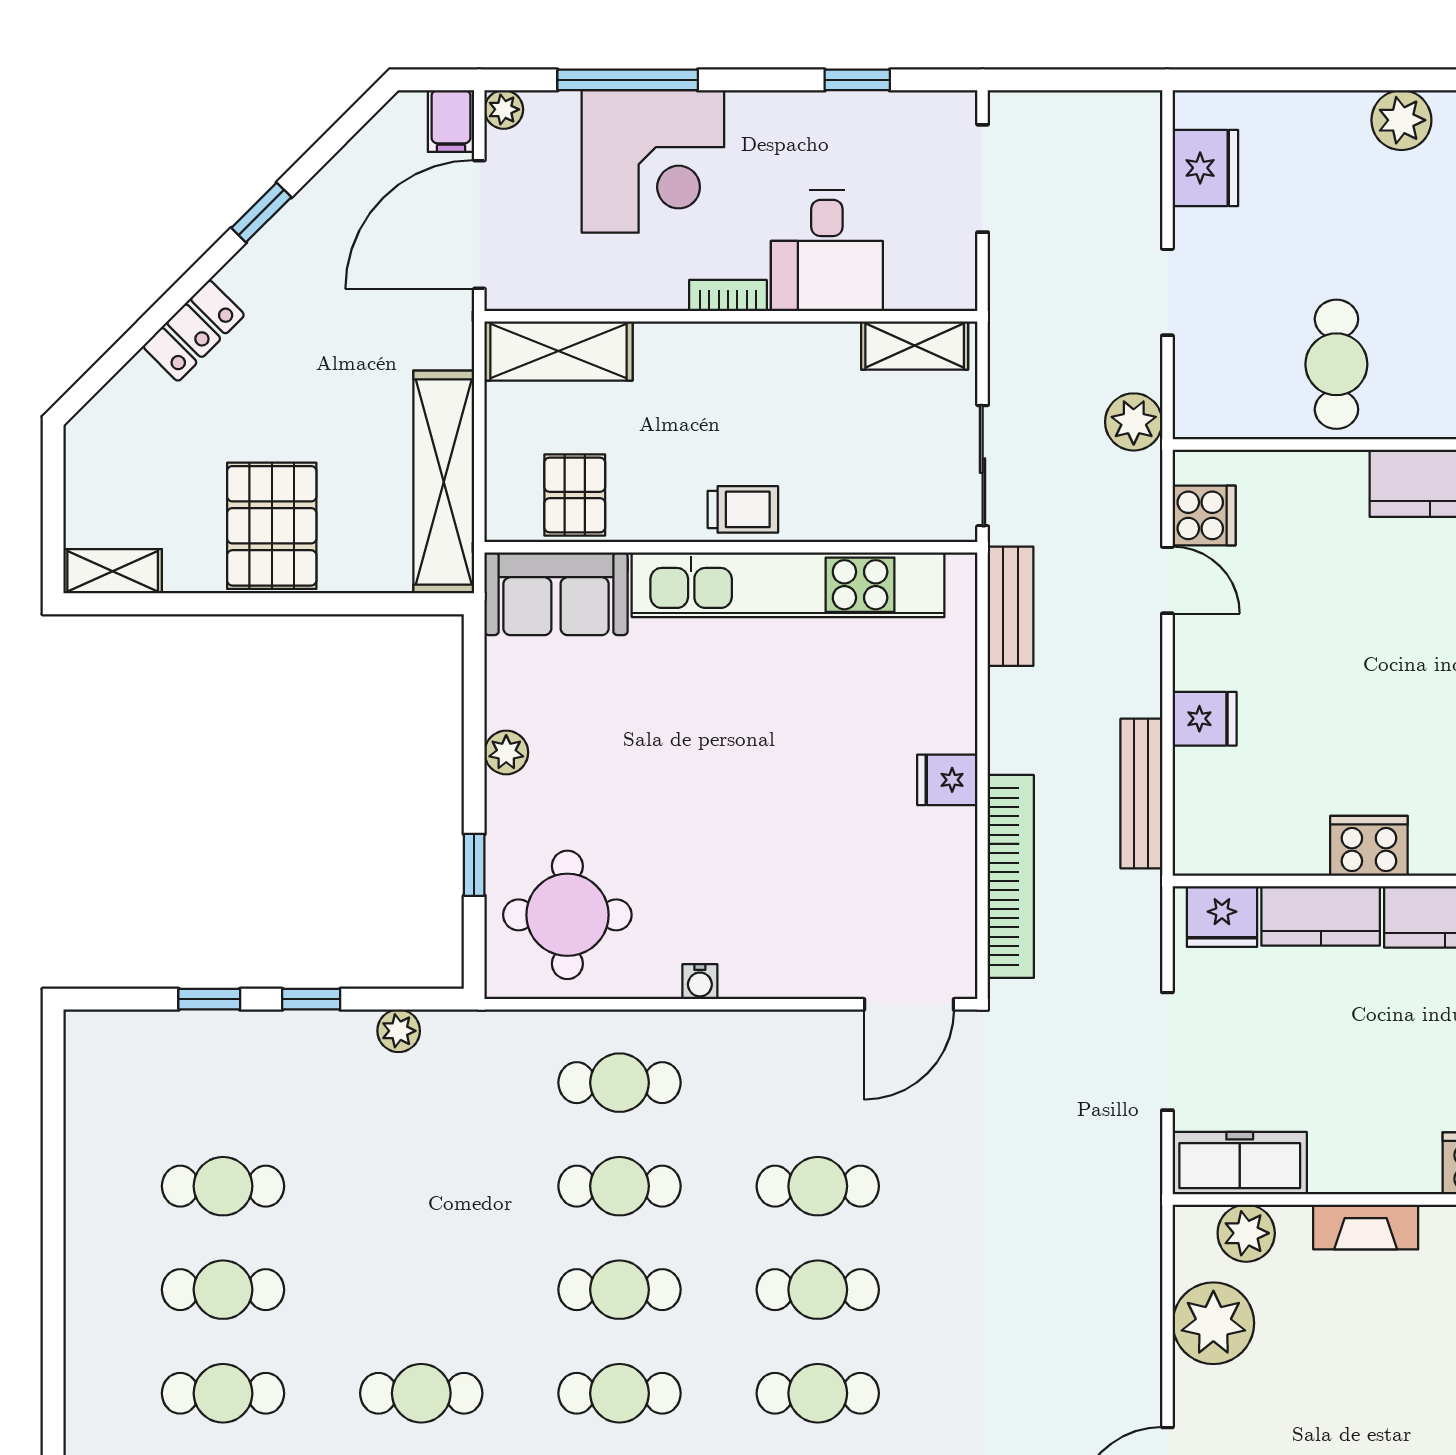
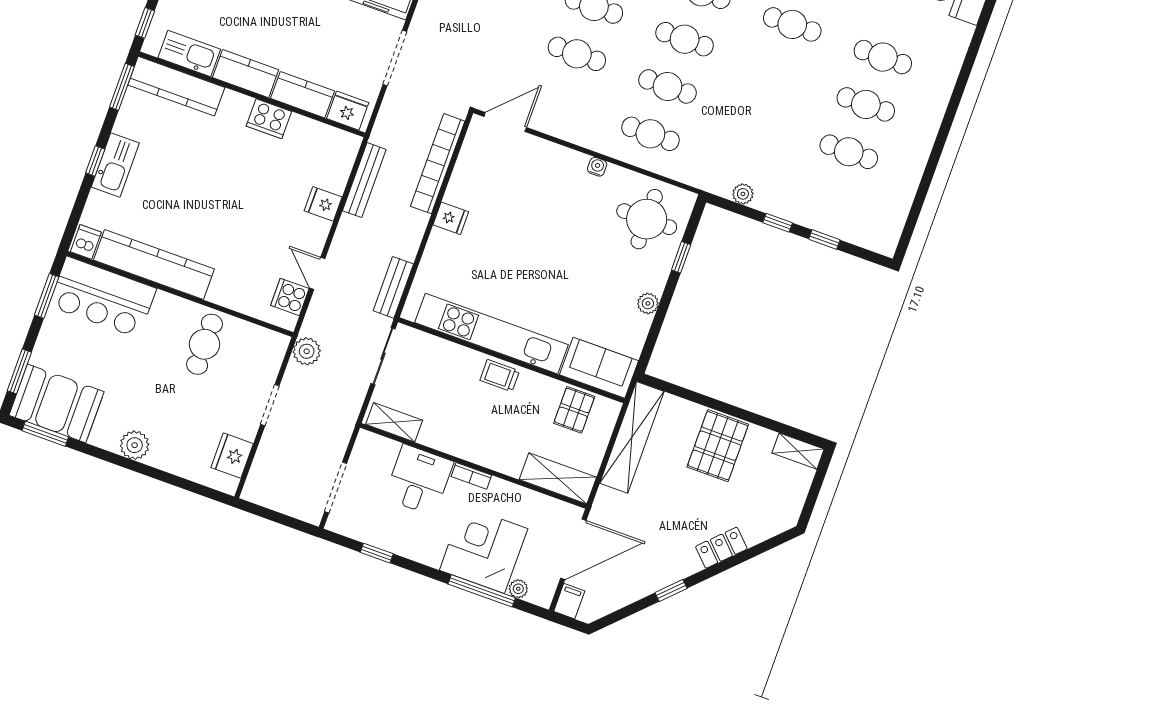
plant: (504, 109) -> (518, 589), moved

